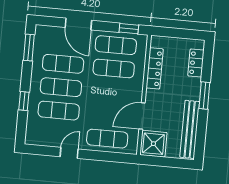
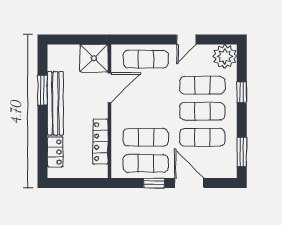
window: (129, 29) -> (154, 183), moved
window: (204, 95) -> (43, 90), moved
bench: (190, 129) -> (55, 103), moved
plant: (36, 134) -> (225, 56), added

